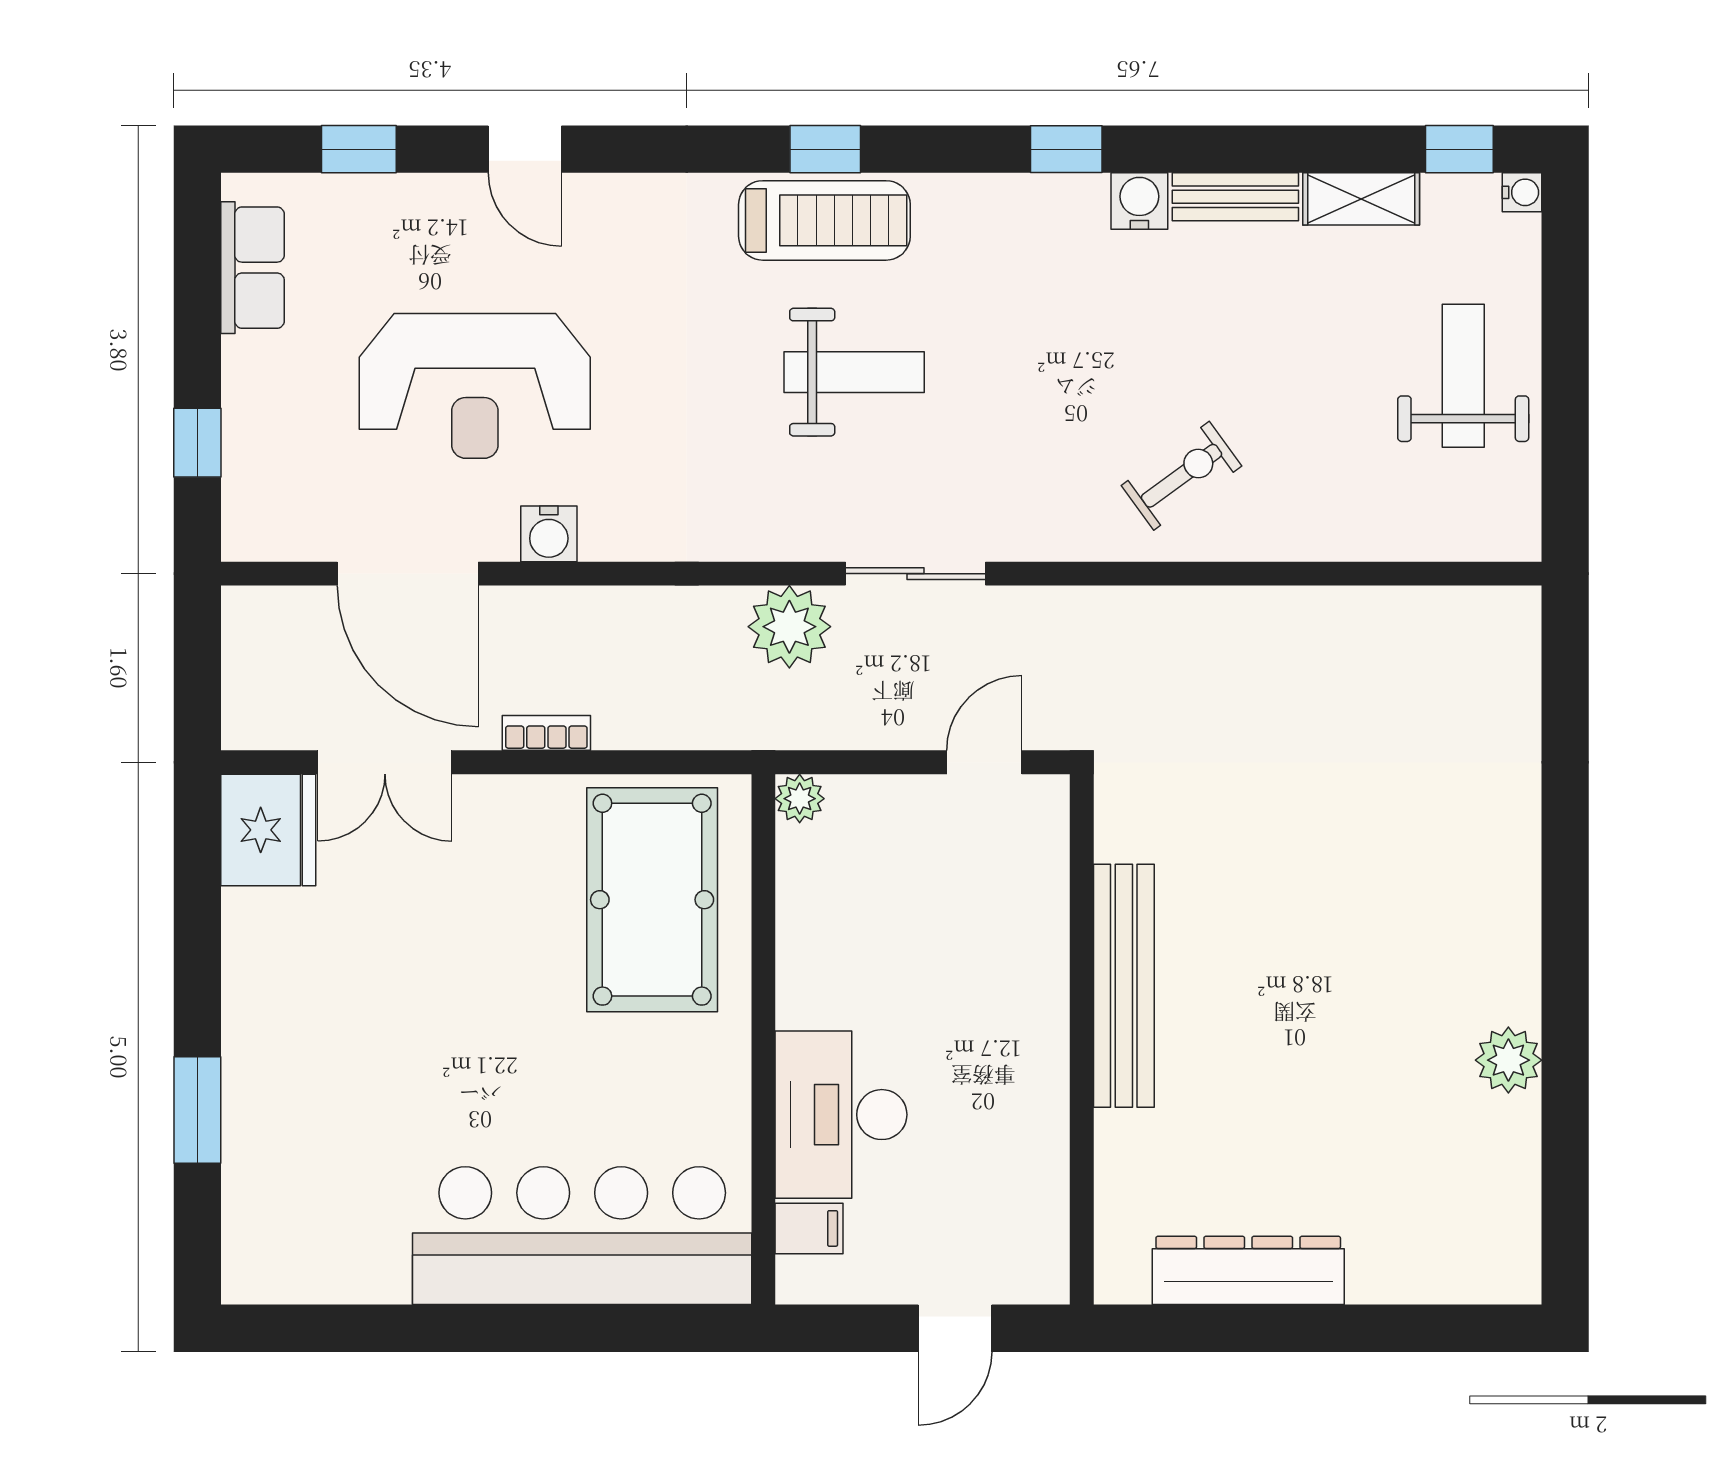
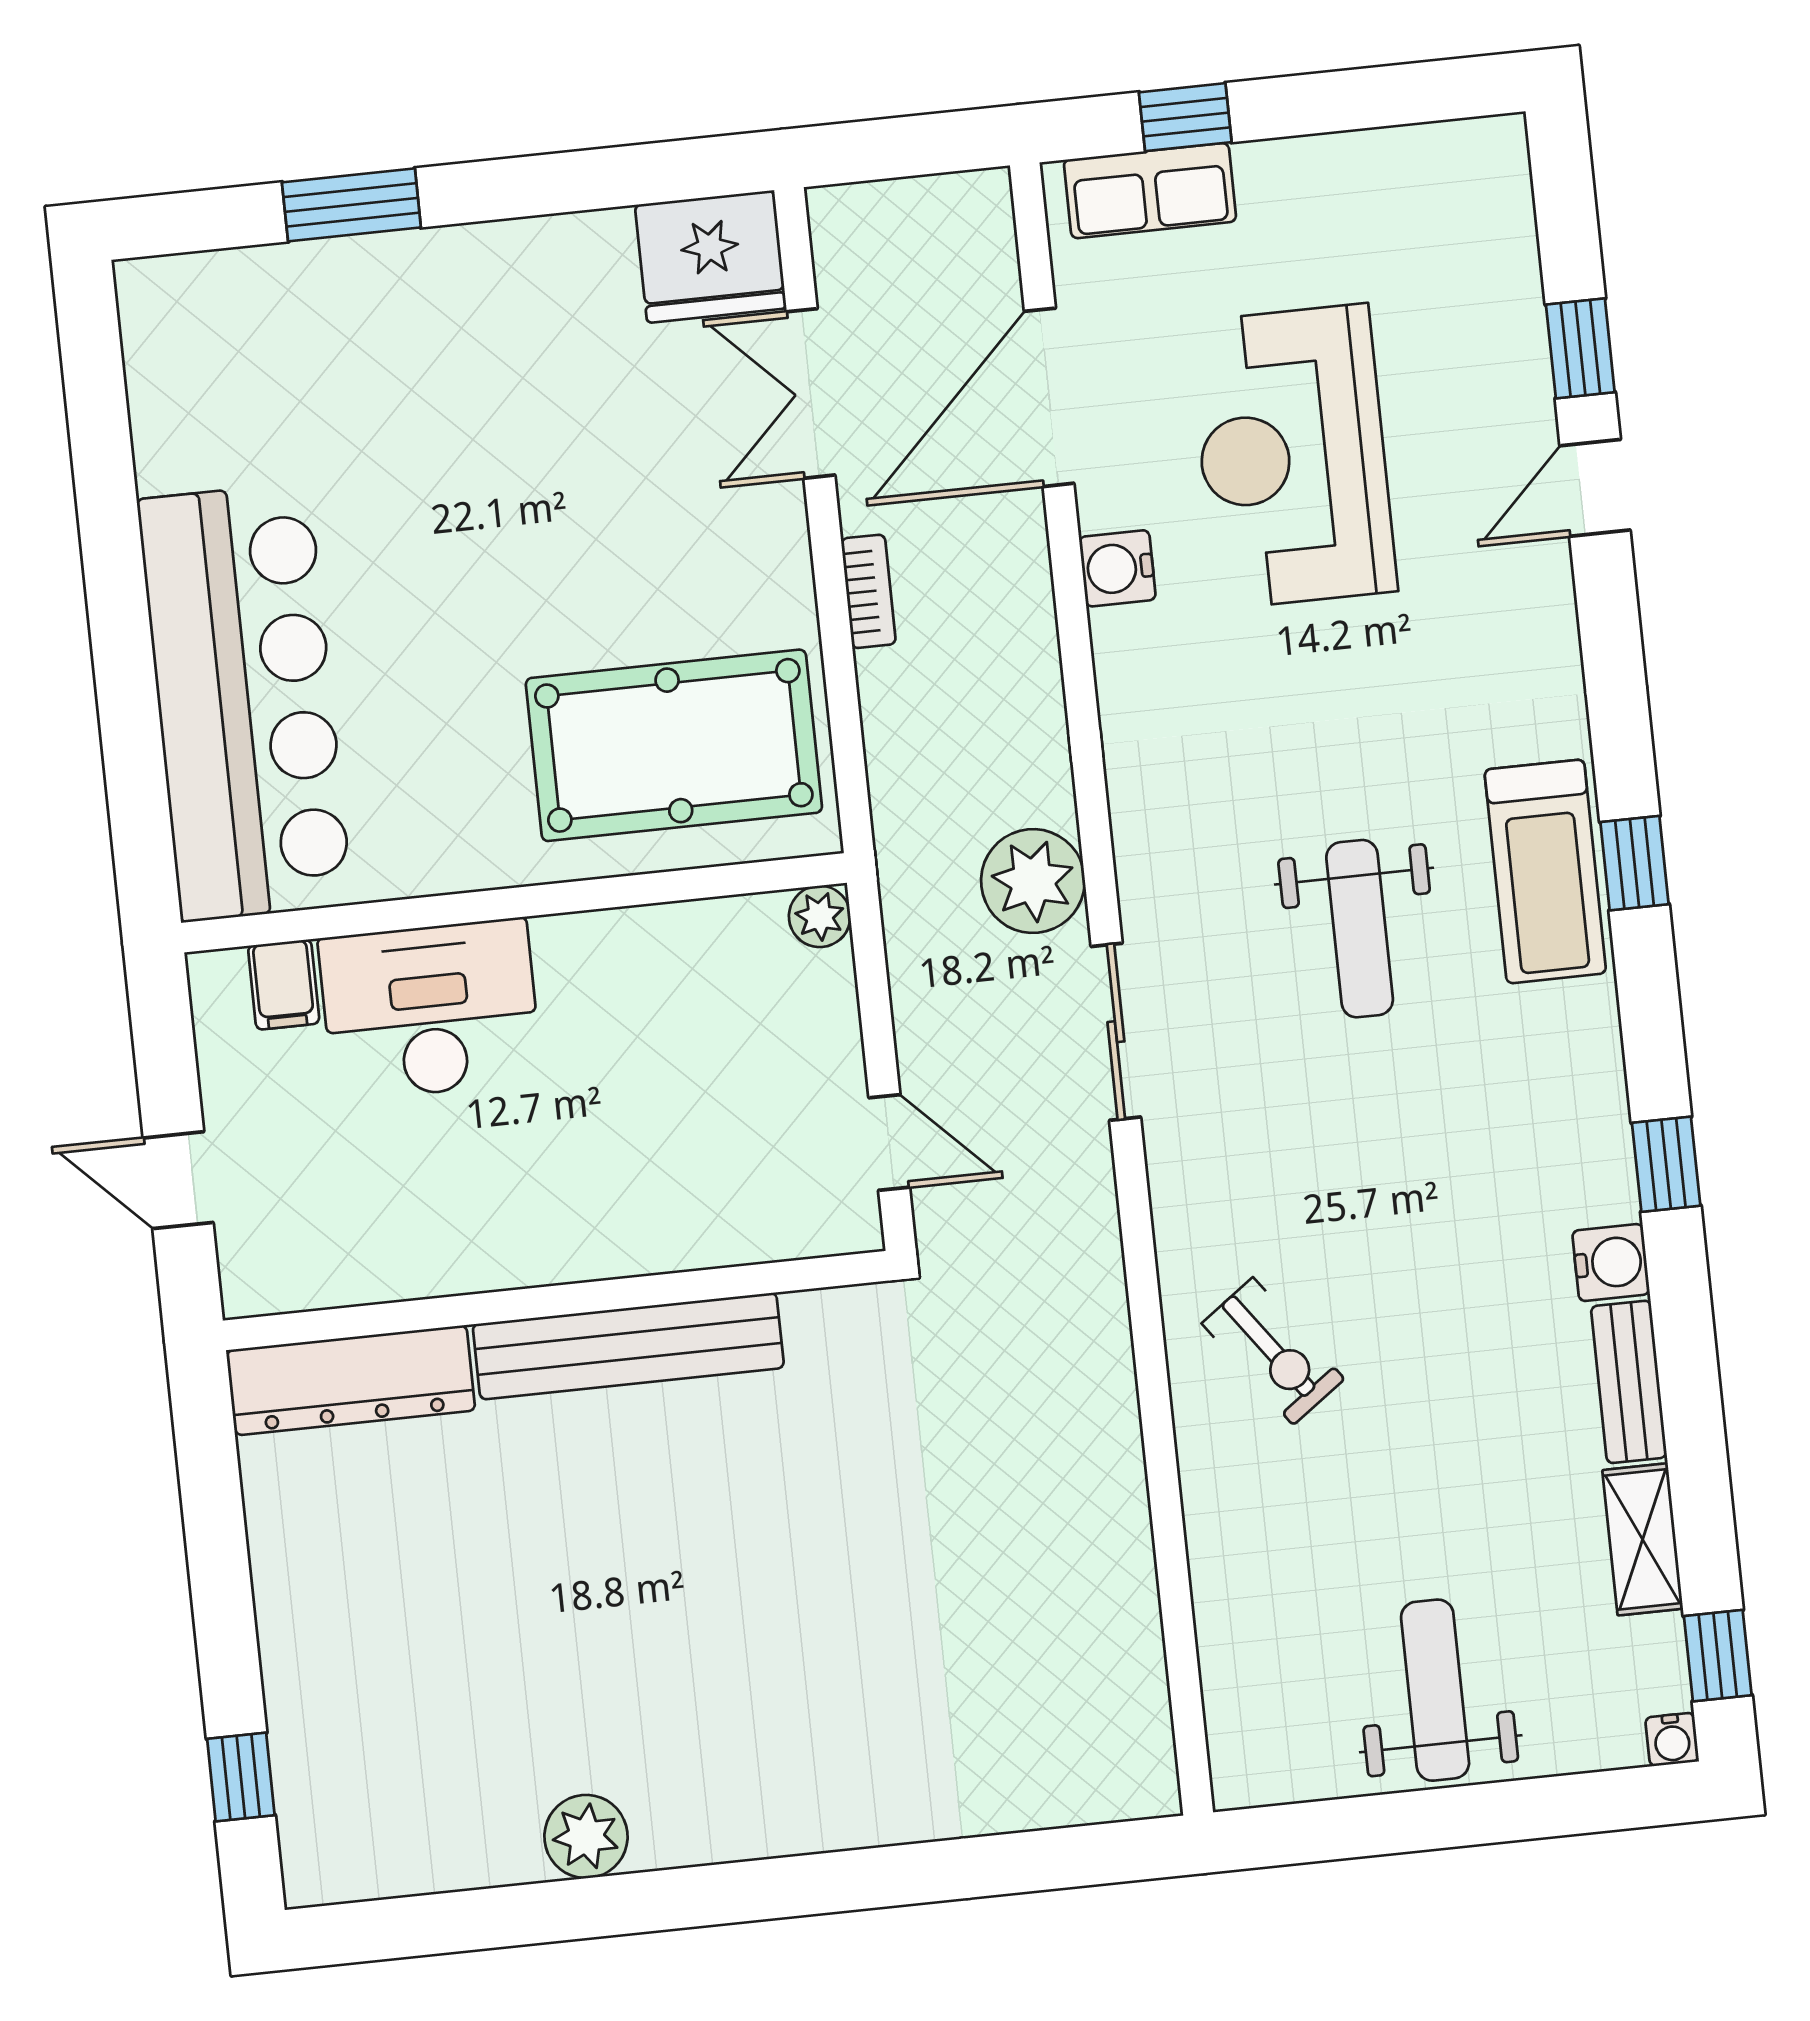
window: (359, 149) -> (1580, 348), moved
row of seats: (253, 268) -> (1150, 191), moved
weight bench: (1463, 376) -> (1435, 1690), turned -90
dresser: (1248, 1270) -> (351, 1380), moved, turned 90
window: (1433, 1328) -> (241, 1777), added

